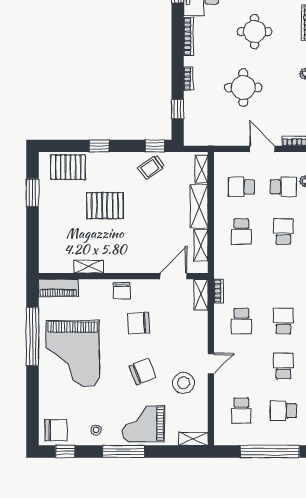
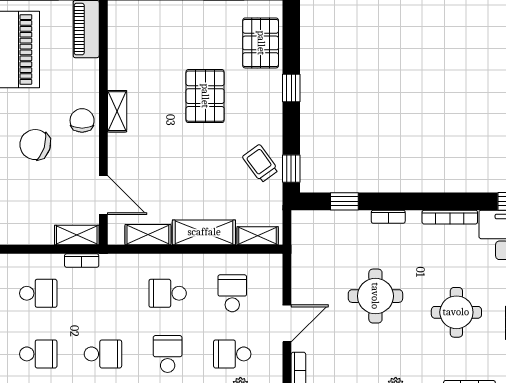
school desk: (283, 187) -> (232, 354), turned 90
school desk: (283, 232) -> (168, 354), turned -90
shelving: (89, 267) -> (117, 111), moved
school desk: (283, 276) -> (103, 354), added
chair: (122, 291) -> (82, 120), turned 90
school desk: (241, 321) -> (38, 293), turned 180
chair: (138, 323) -> (35, 145), turned -68

